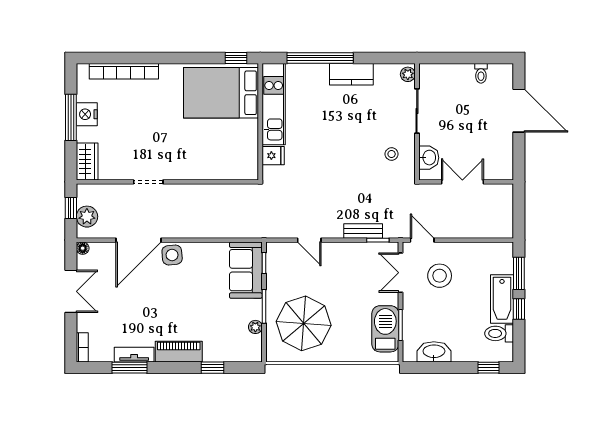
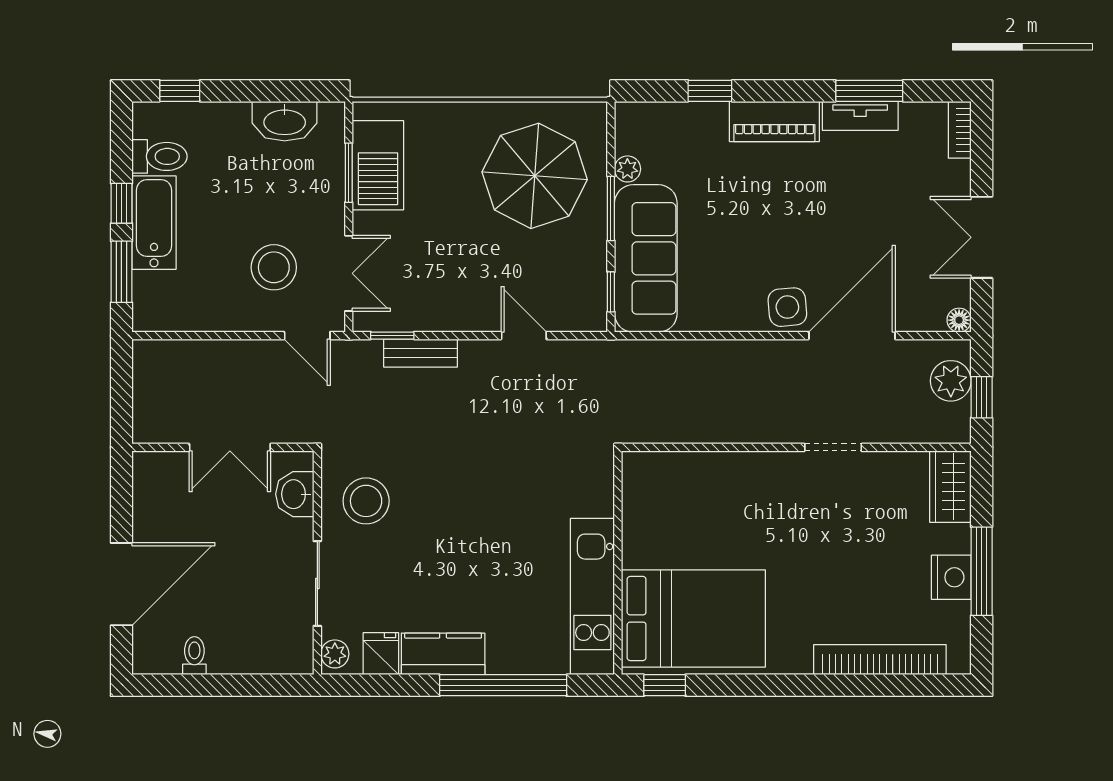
door: (519, 111) -> (121, 584), swing flipped
stool: (392, 154) -> (366, 501), width x1.89, depth x1.89
fridge: (273, 156) -> (381, 654), moved, turned 90
sofa: (246, 270) -> (646, 258), width x1.36

